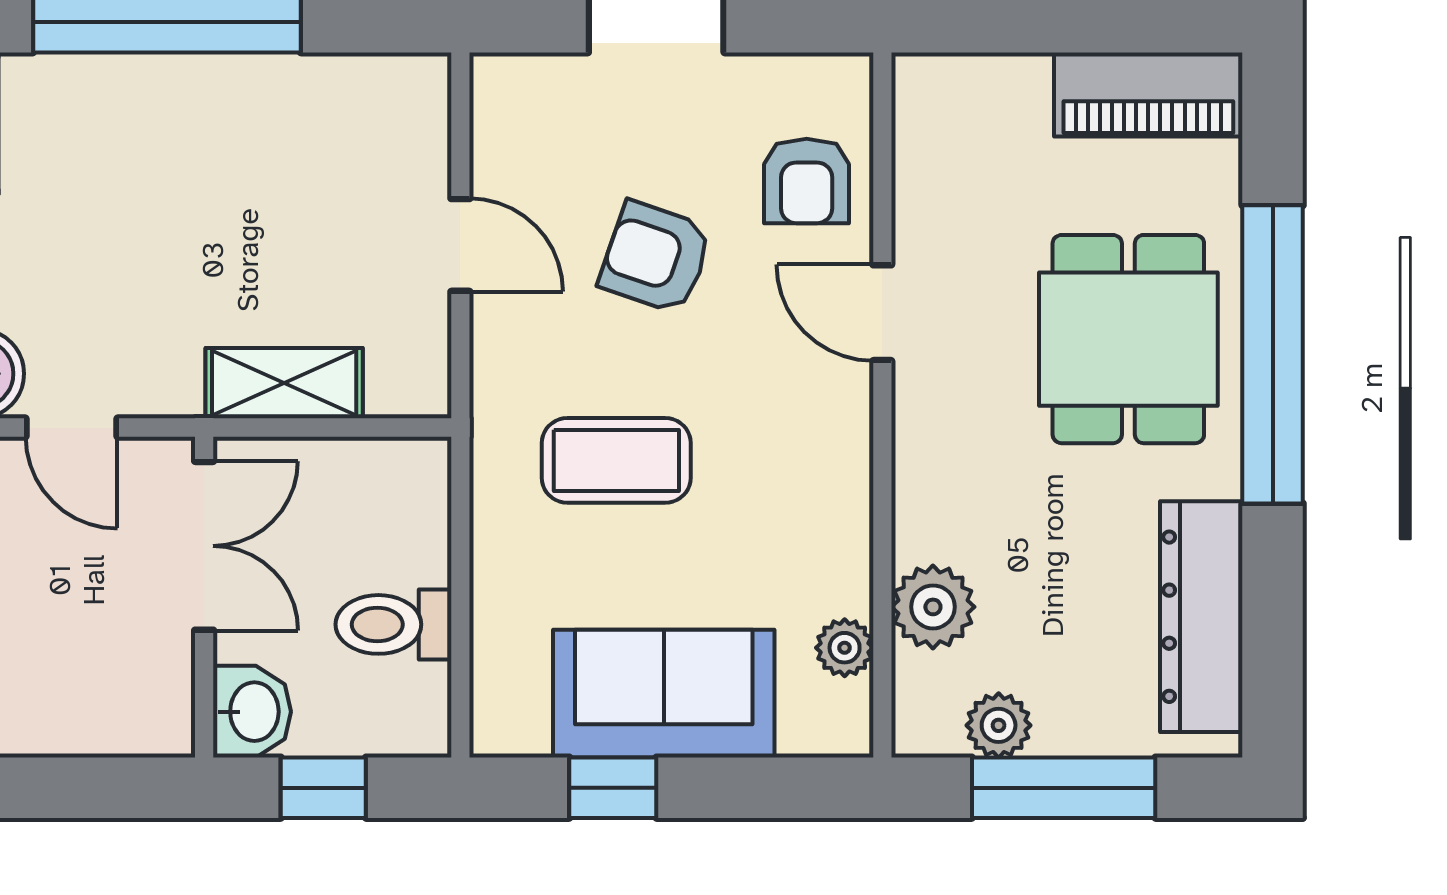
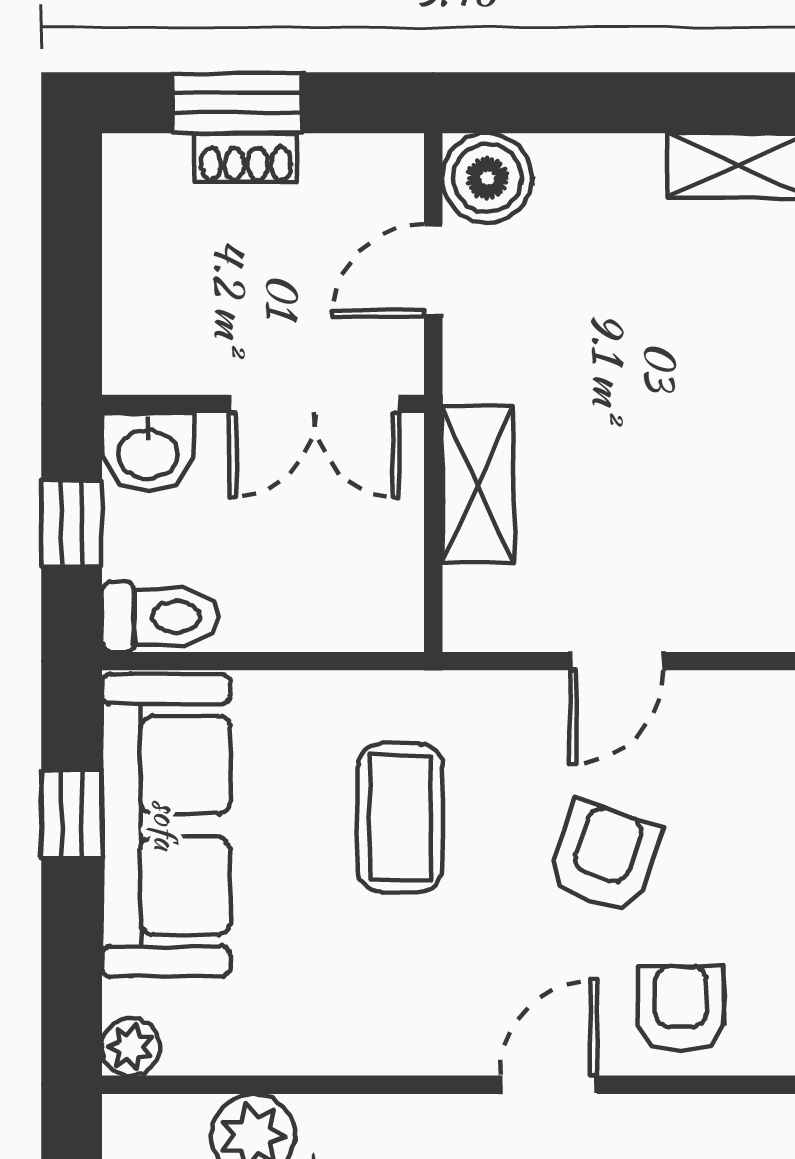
armchair: (807, 181) -> (681, 1009), turned 90
toilet: (393, 624) -> (160, 617), moved, turned 90
plant: (845, 648) -> (131, 1047), moved
sofa: (664, 694) -> (166, 825), width x1.36

